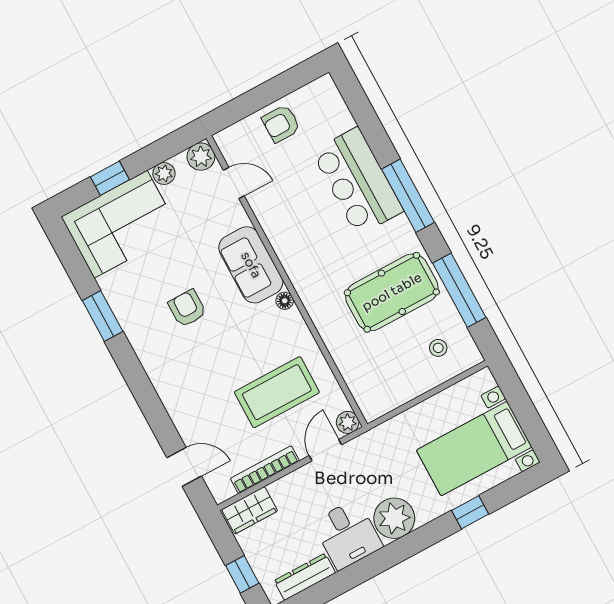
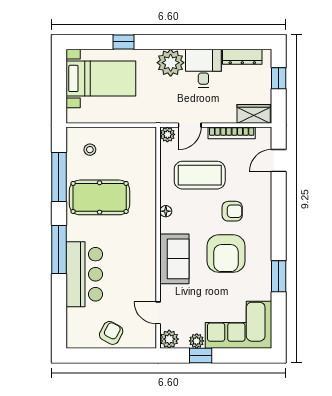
armchair: (281, 124) -> (111, 333), turned -62
window: (110, 178) -> (201, 355), moved
floor lamp: (285, 301) -> (166, 211), moved
armchair: (187, 308) -> (226, 254), width x1.88, depth x1.88
armchair: (209, 368) -> (232, 211), added
door: (184, 467) -> (279, 161), hinge flipped

